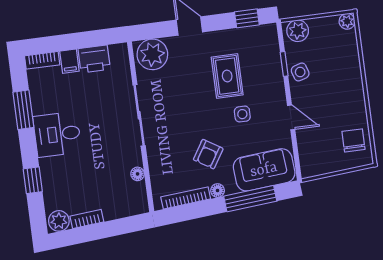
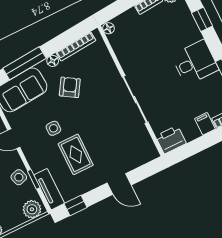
tv unit: (270, 47) -> (49, 189), added
plant: (152, 54) -> (141, 151), removed
printer: (94, 59) -> (171, 140), moved
floor lamp: (138, 174) -> (109, 28), moved

